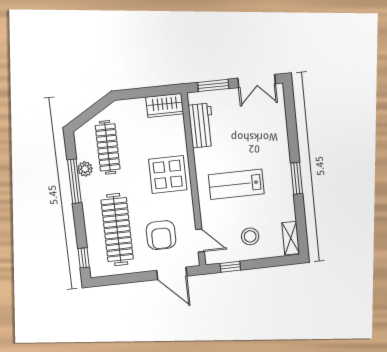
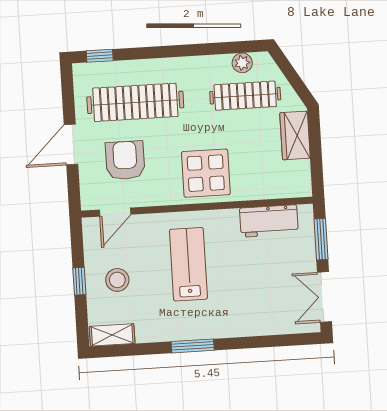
wardrobe: (165, 105) -> (295, 135), moved
plant: (85, 169) -> (242, 63), moved
window: (74, 181) -> (203, 49), removed
armchair: (161, 235) -> (125, 160), turned 90
window: (230, 267) -> (79, 281), moved
door: (172, 273) -> (71, 144), moved

